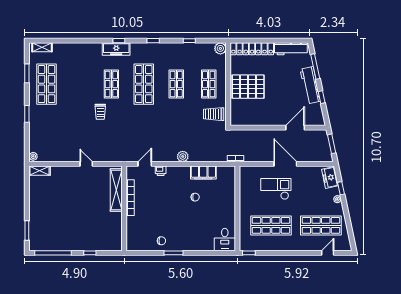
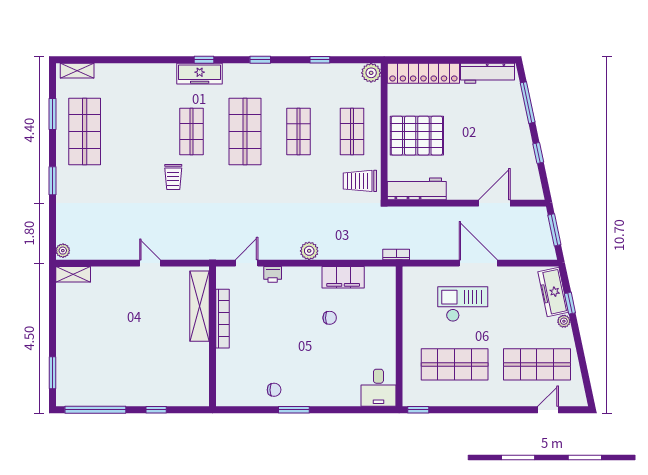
workbench: (310, 85) -> (417, 189), moved, turned 102
freezer: (330, 178) -> (553, 292), width x1.40

